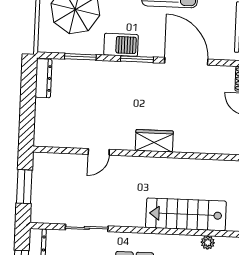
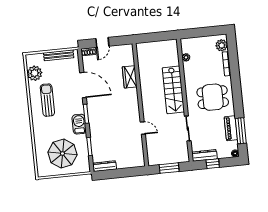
door: (186, 61) -> (83, 85), swing flipped
wardrobe: (154, 141) -> (130, 77), moved
stairs: (186, 214) -> (173, 90), moved

